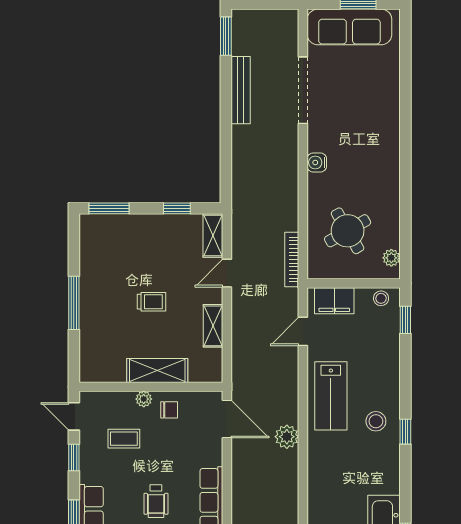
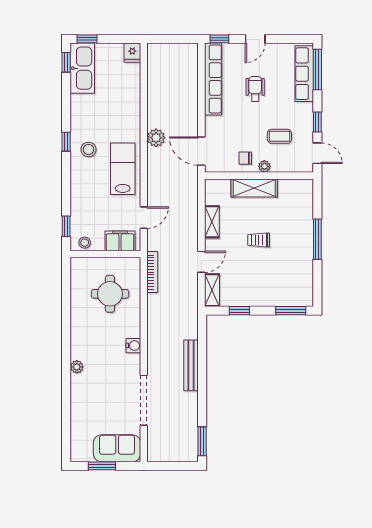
sofa: (349, 27) -> (117, 448), width x0.73
bench: (241, 90) -> (191, 365), moved
round table: (348, 231) -> (110, 294), turned 30
plant: (391, 258) -> (77, 367), moved

